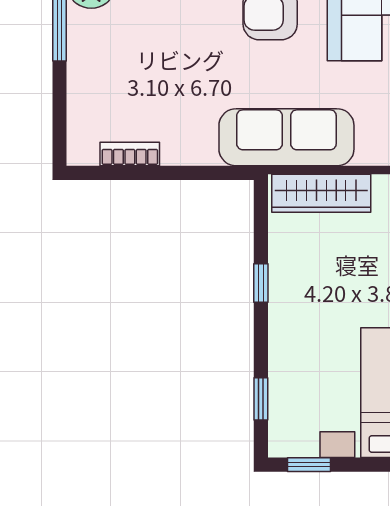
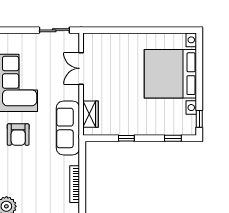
bookcase: (130, 154) -> (75, 184), width x1.56
wardrobe: (321, 193) -> (90, 114), width x0.67

